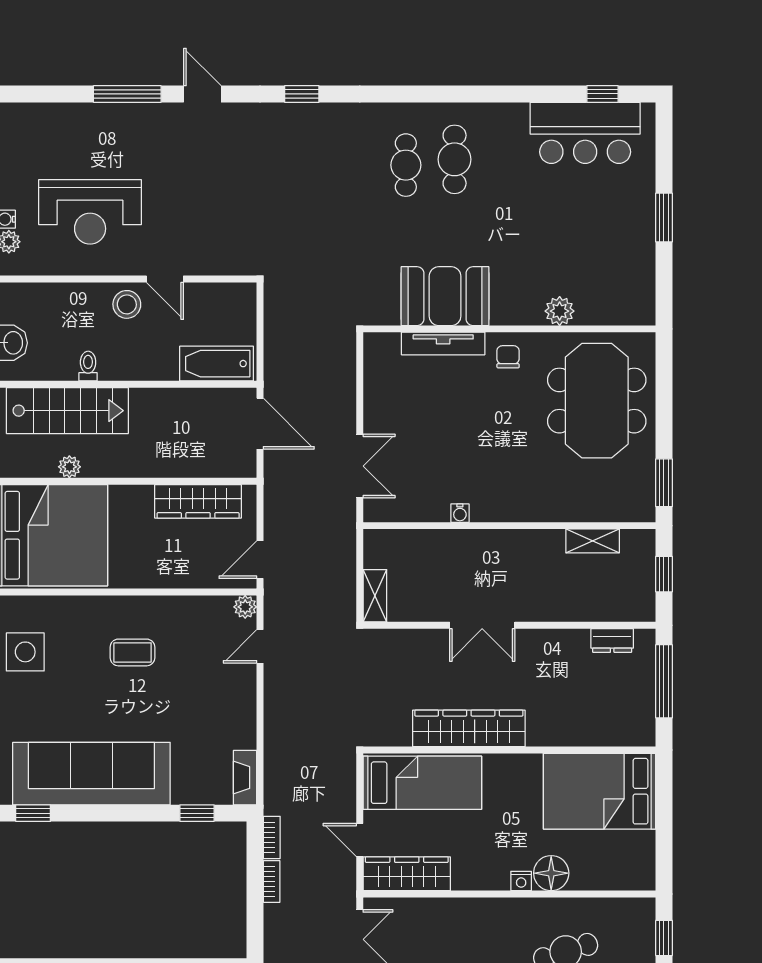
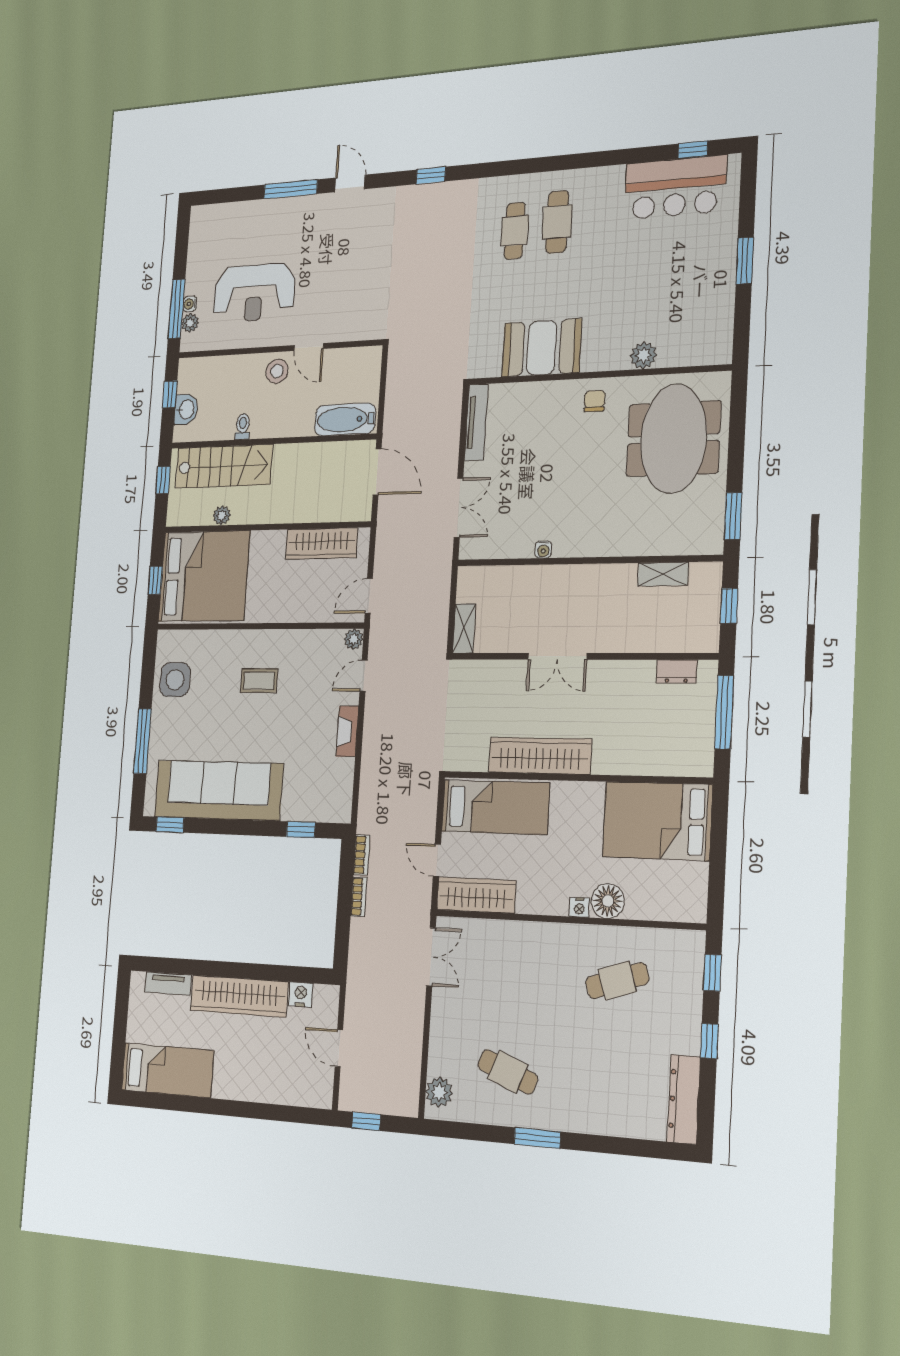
tv unit: (443, 343) -> (476, 422), moved, turned -90
fireplace: (245, 778) -> (347, 731), moved

